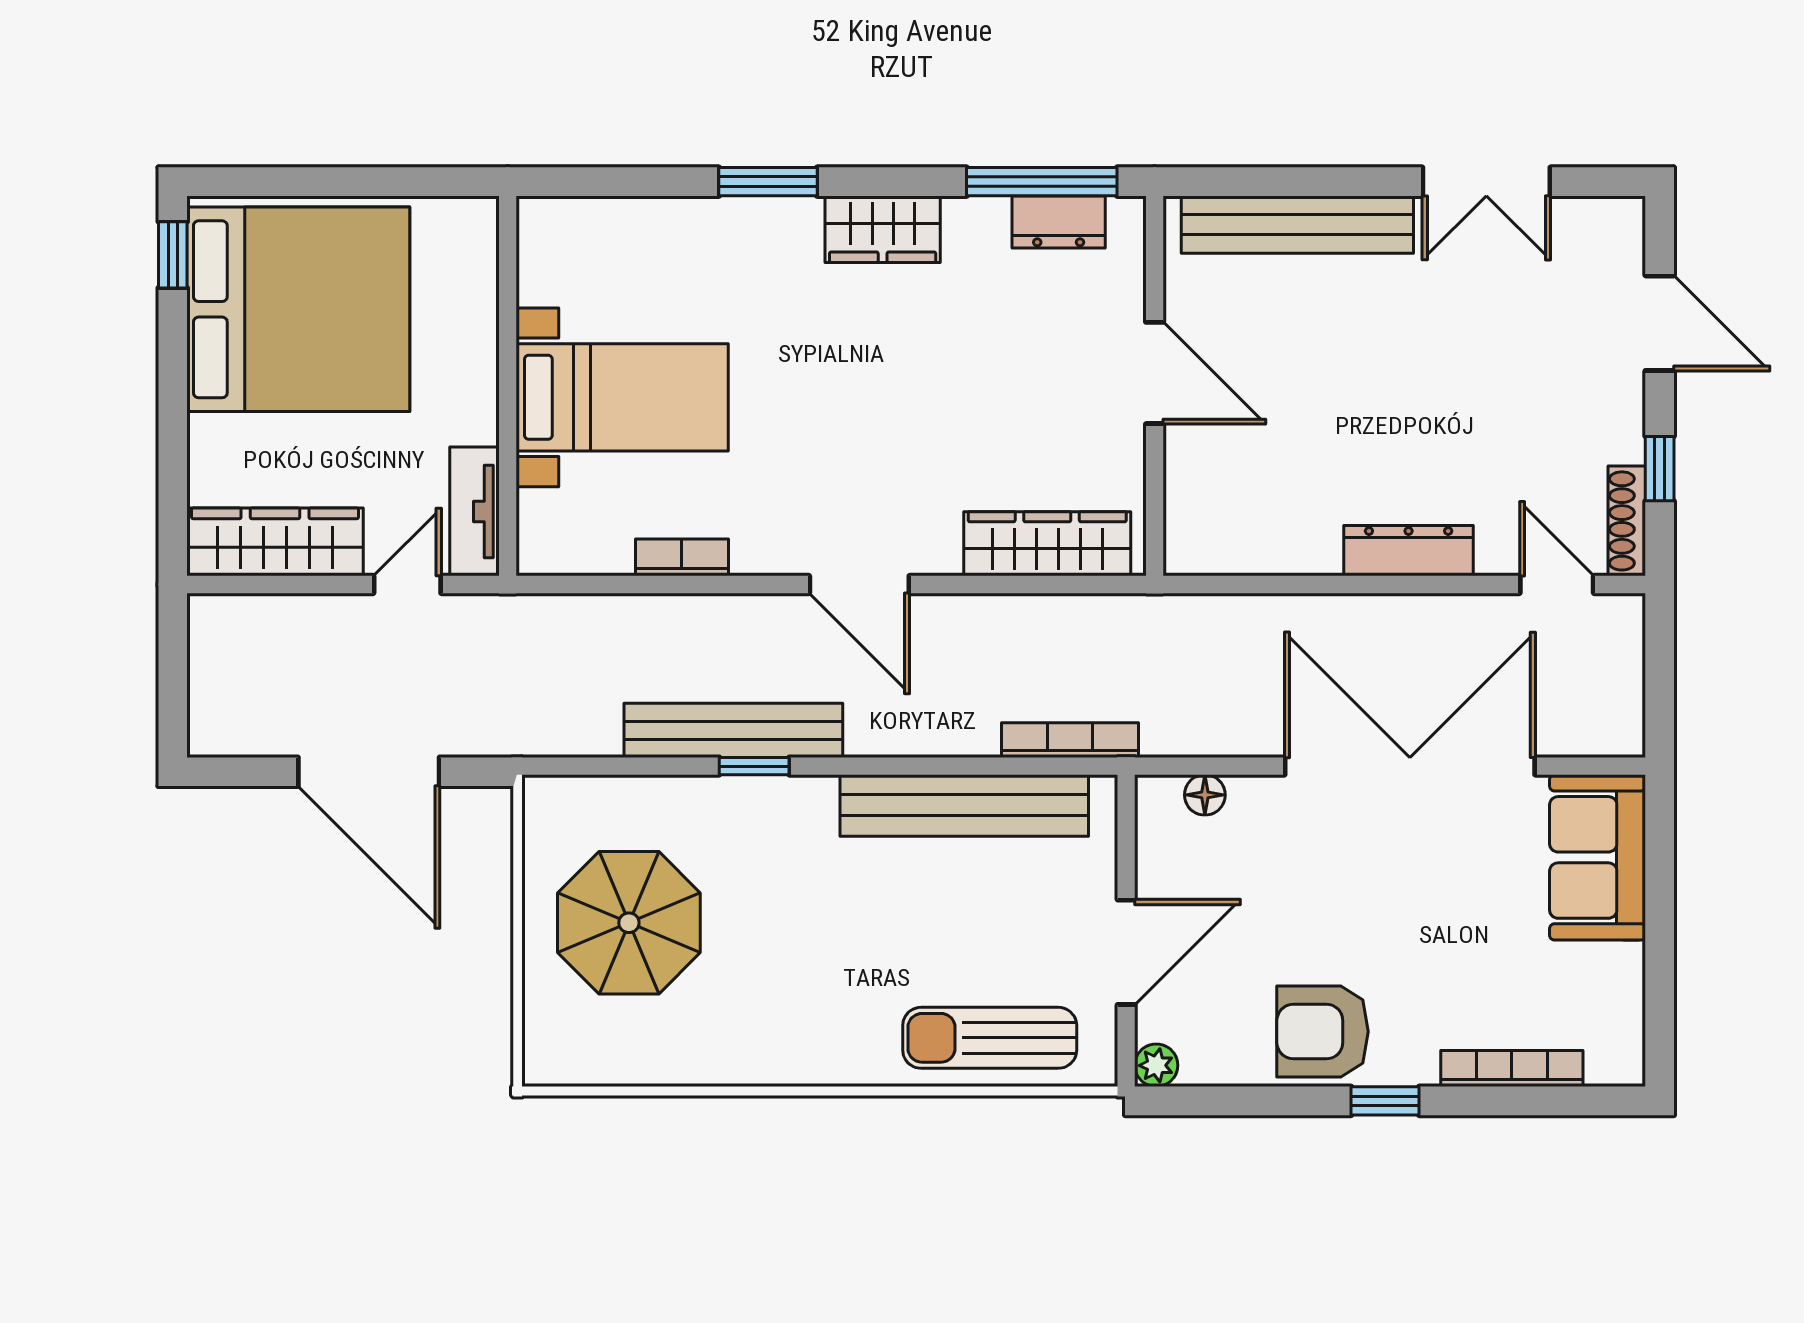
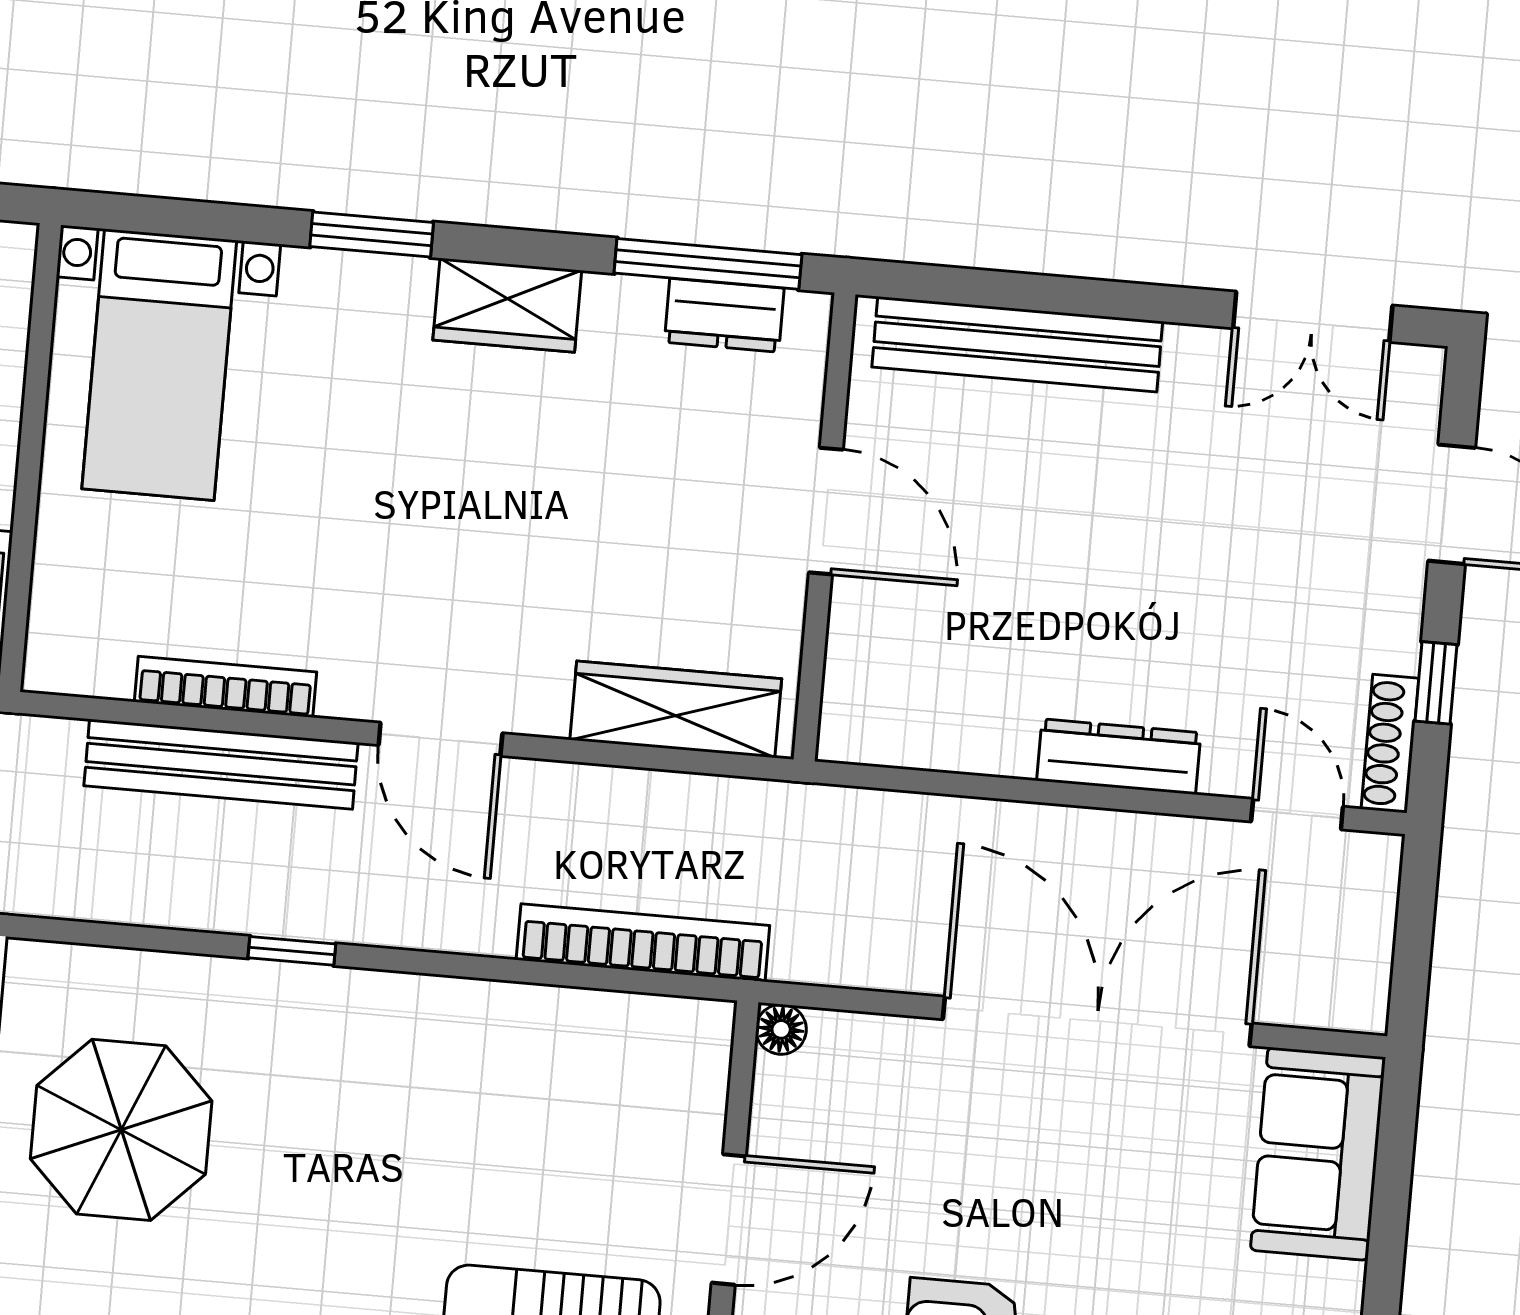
double door: (1486, 182) -> (1313, 317), moved
bed with nightstands: (622, 397) -> (159, 365), moved, turned 90
bookcase: (682, 557) -> (226, 687), width x1.56
bench: (733, 730) -> (221, 764), moved
bookcase: (1070, 740) -> (643, 943), width x1.48, depth x1.31
floor lamp: (1205, 795) -> (781, 1029), moved
bench: (964, 805) -> (546, 1022), removed

